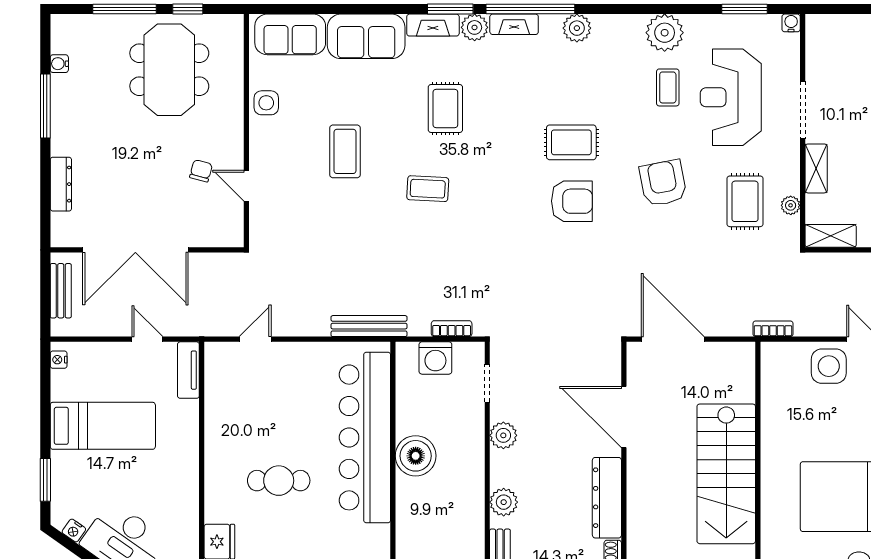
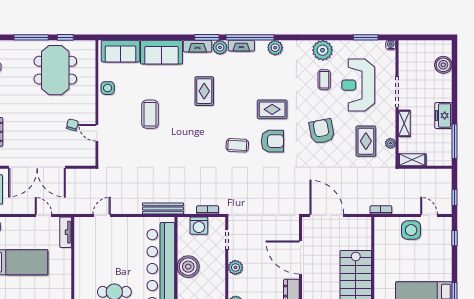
coffee table: (428, 189) -> (237, 145), moved
boiler: (416, 456) -> (188, 267), moved

